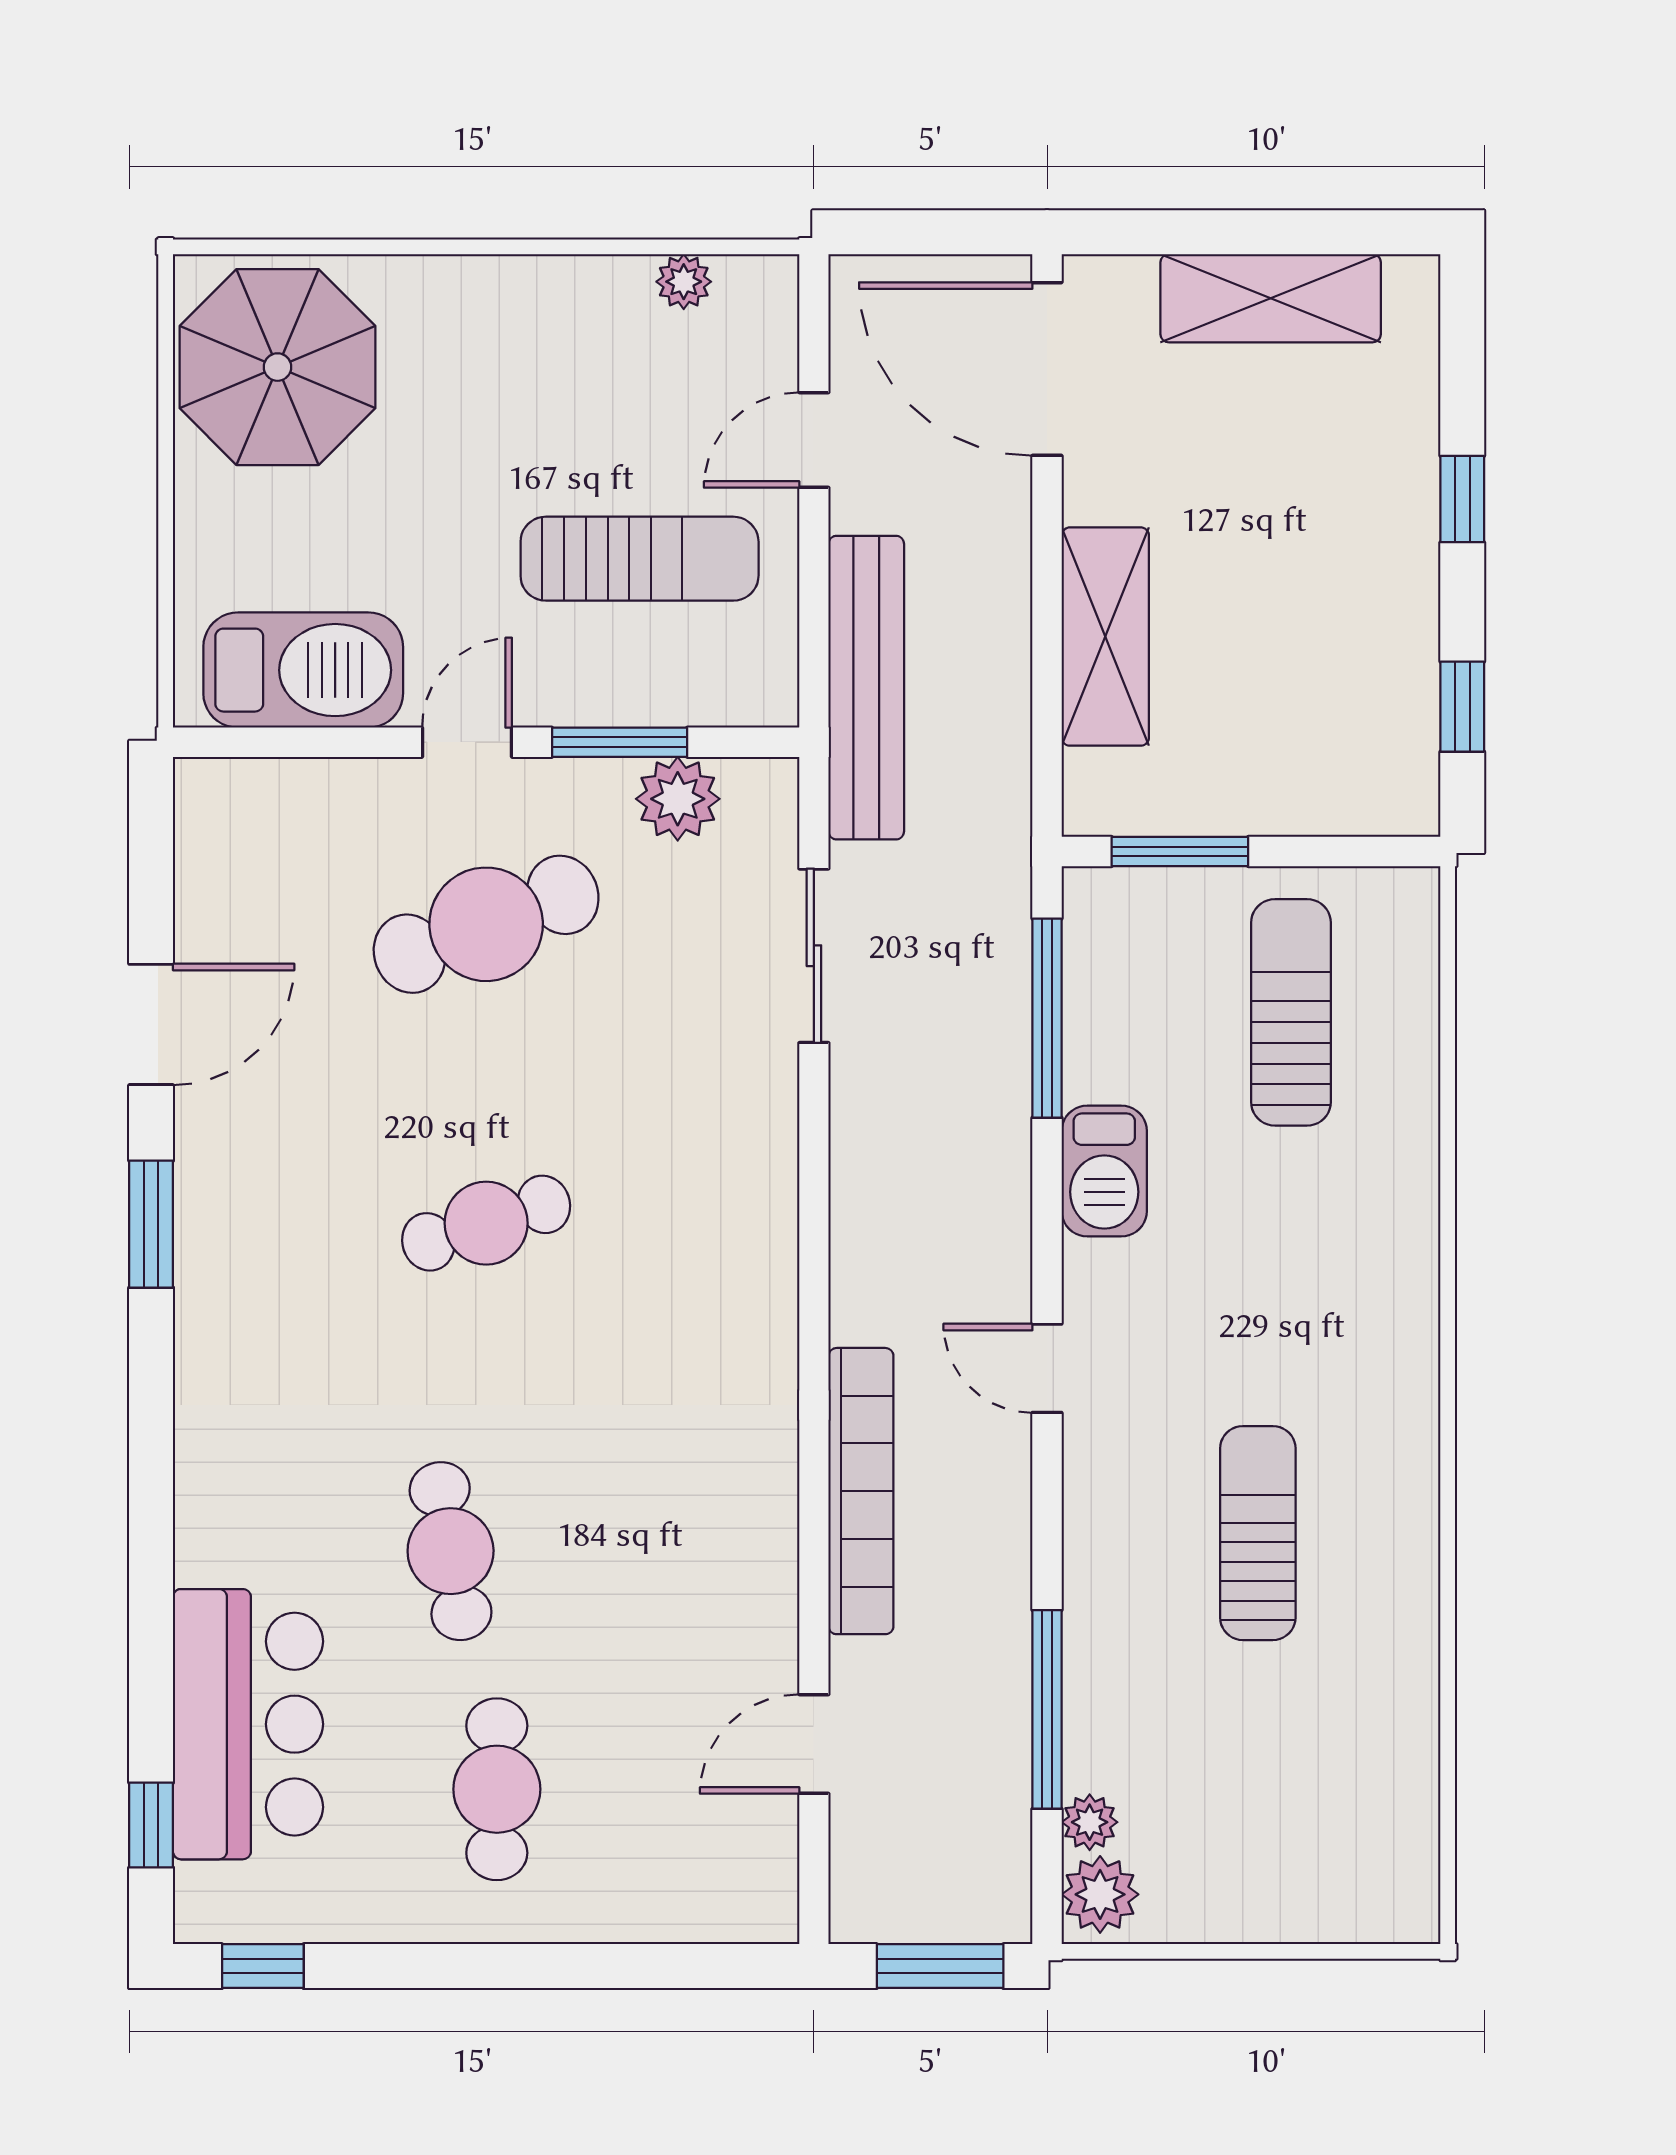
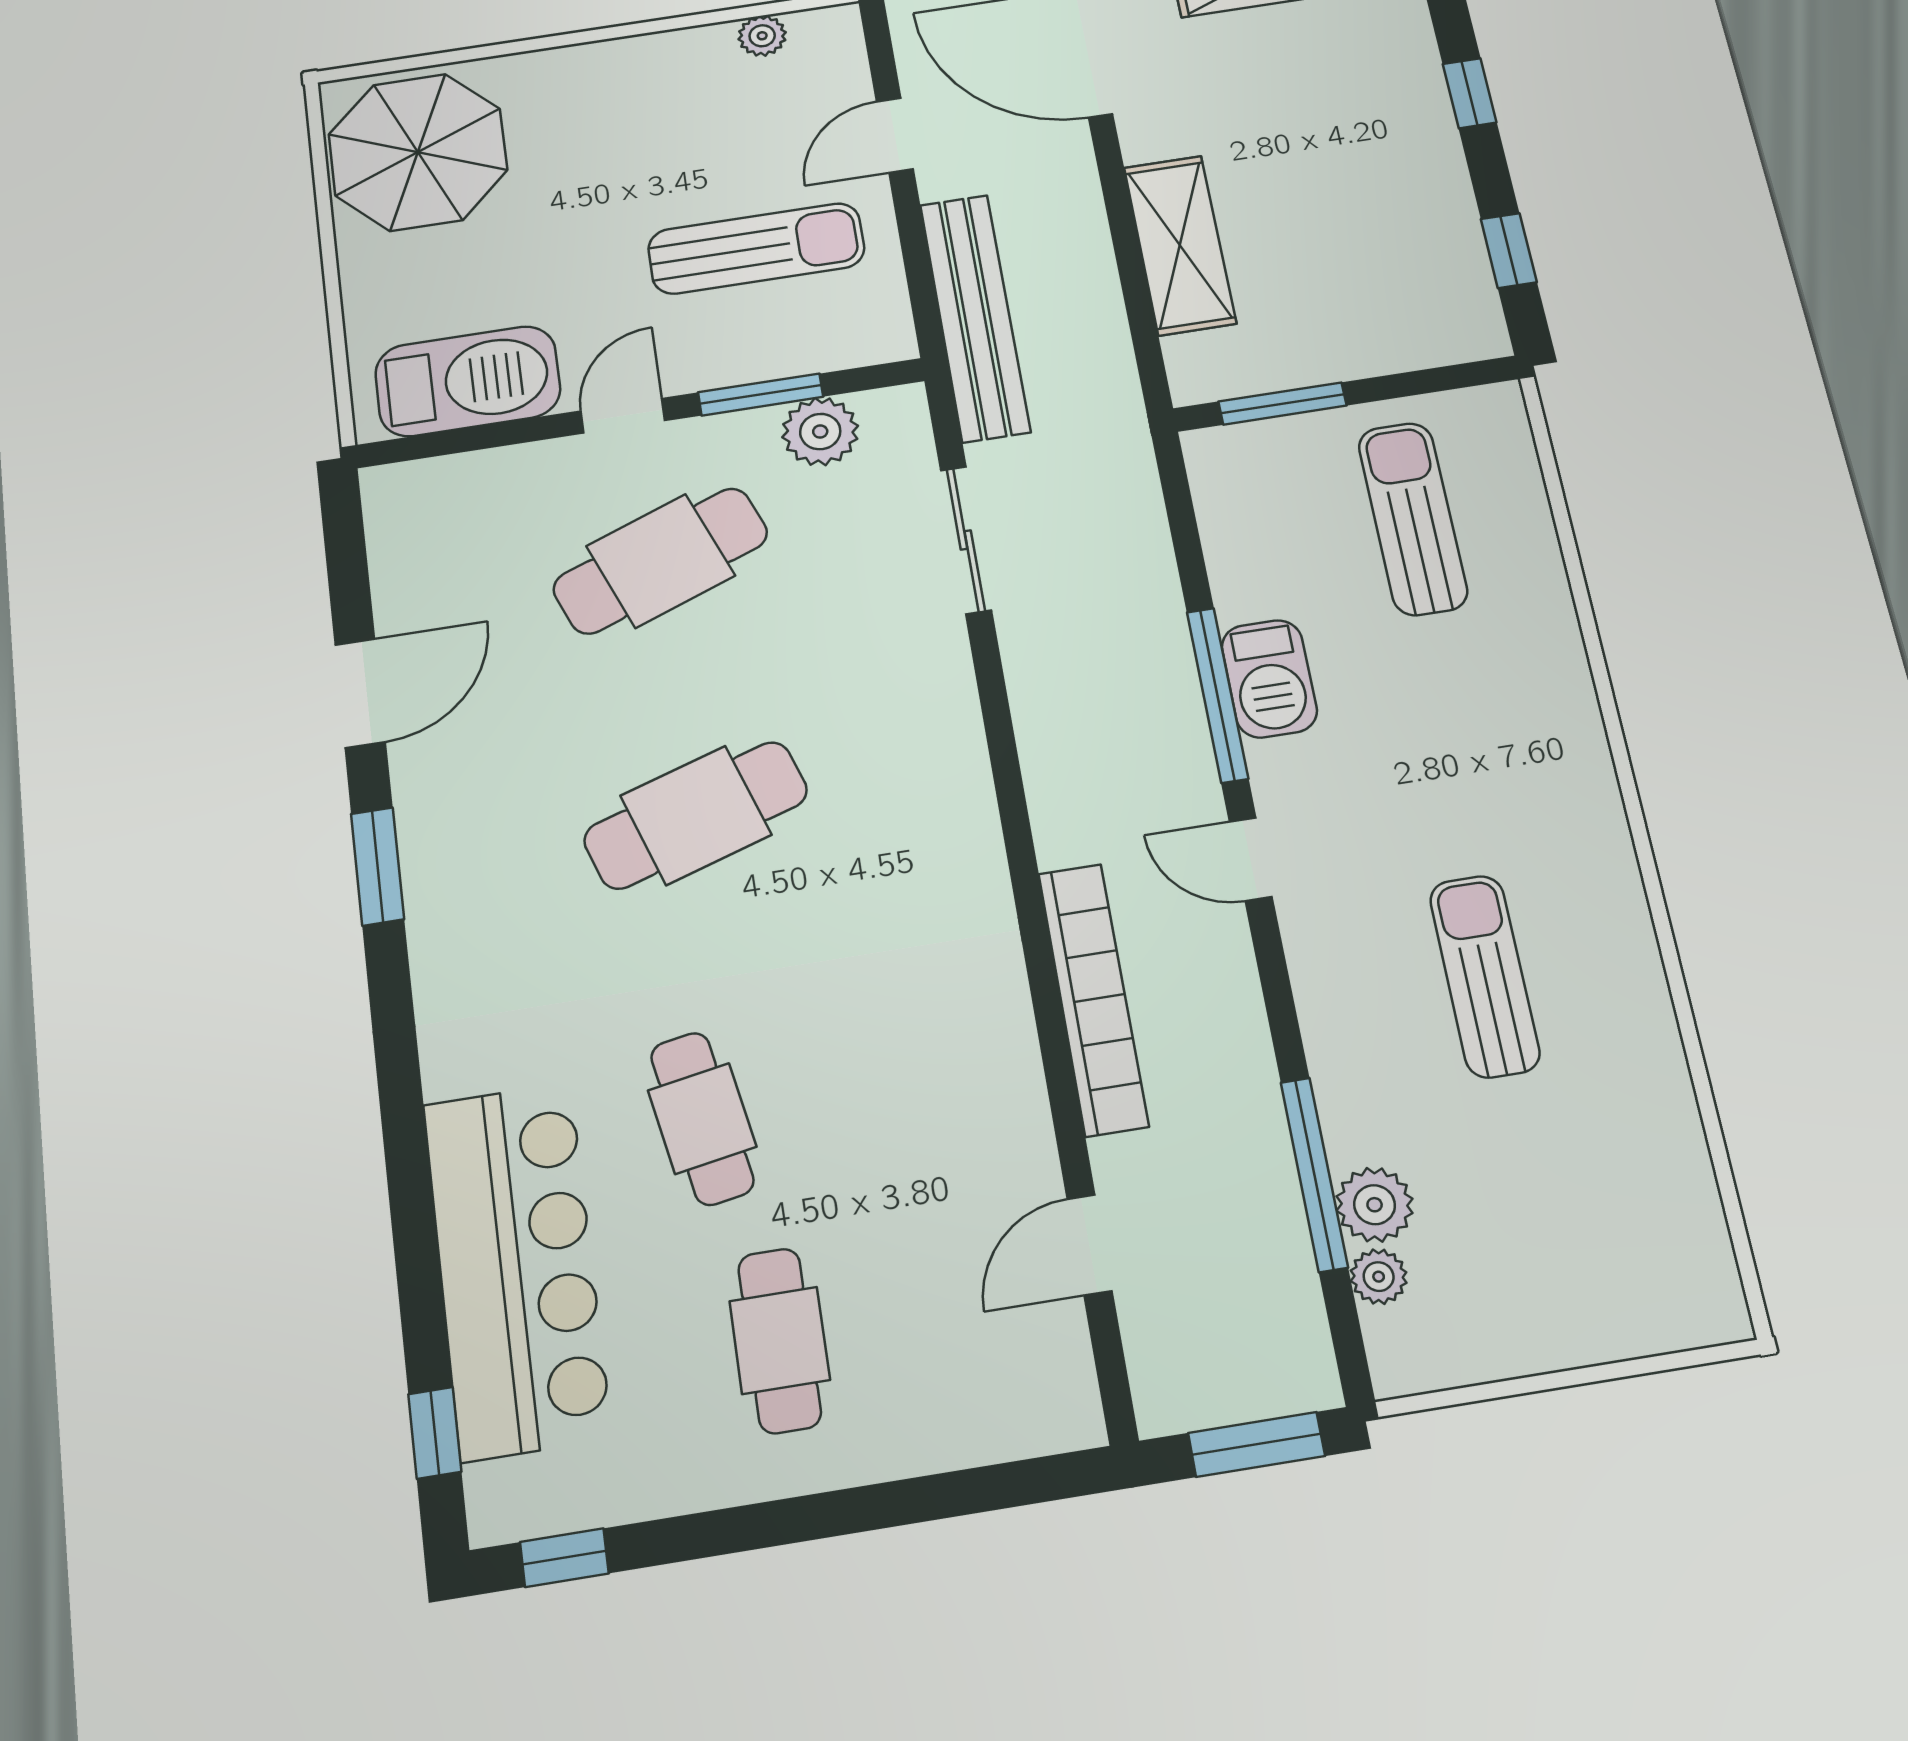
window: (1047, 1018) -> (1217, 695), moved
cafe table: (486, 1223) -> (696, 815), width x1.37, depth x1.35
bar counter: (248, 1724) -> (516, 1269), width x1.36
plant: (1100, 1894) -> (1375, 1205), moved

